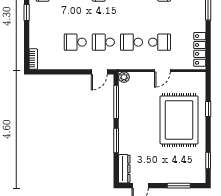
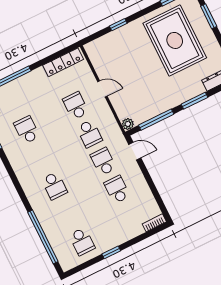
school desk: (75, 42) -> (117, 189), turned 180
school desk: (103, 42) -> (103, 162), turned 180
rug: (179, 120) -> (175, 40), moved, turned 90

